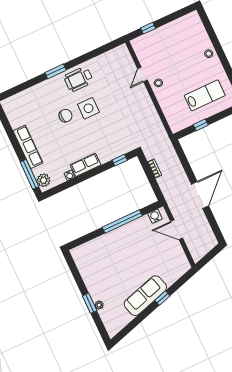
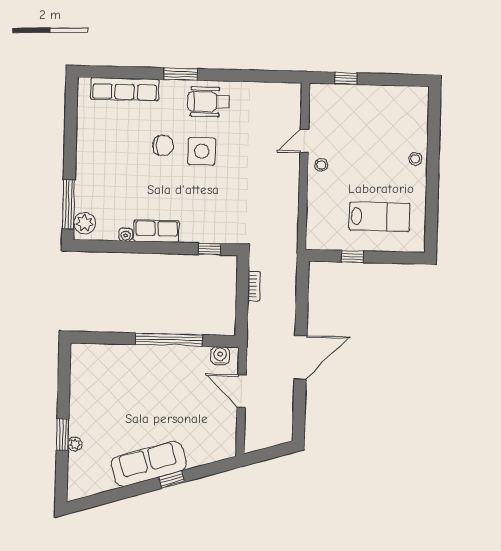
row of seats: (28, 147) -> (125, 89), moved, turned 90

